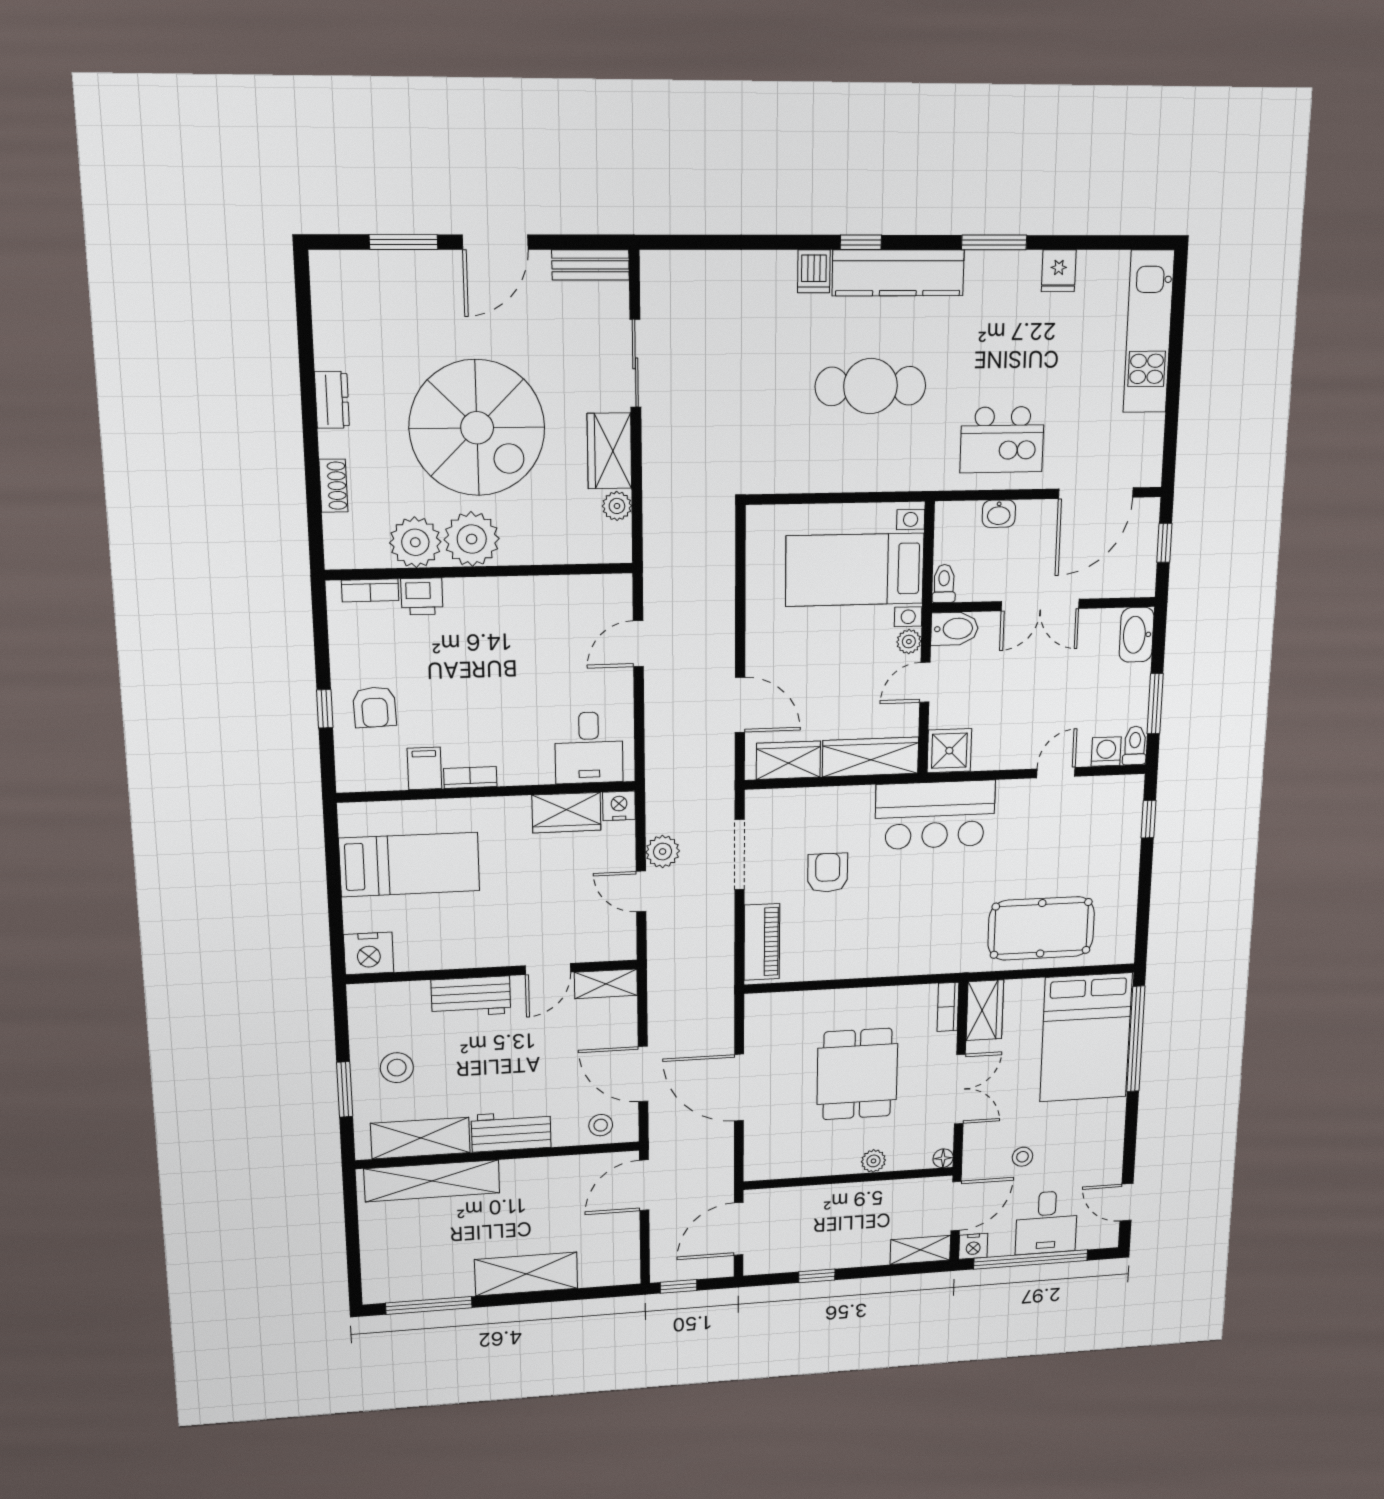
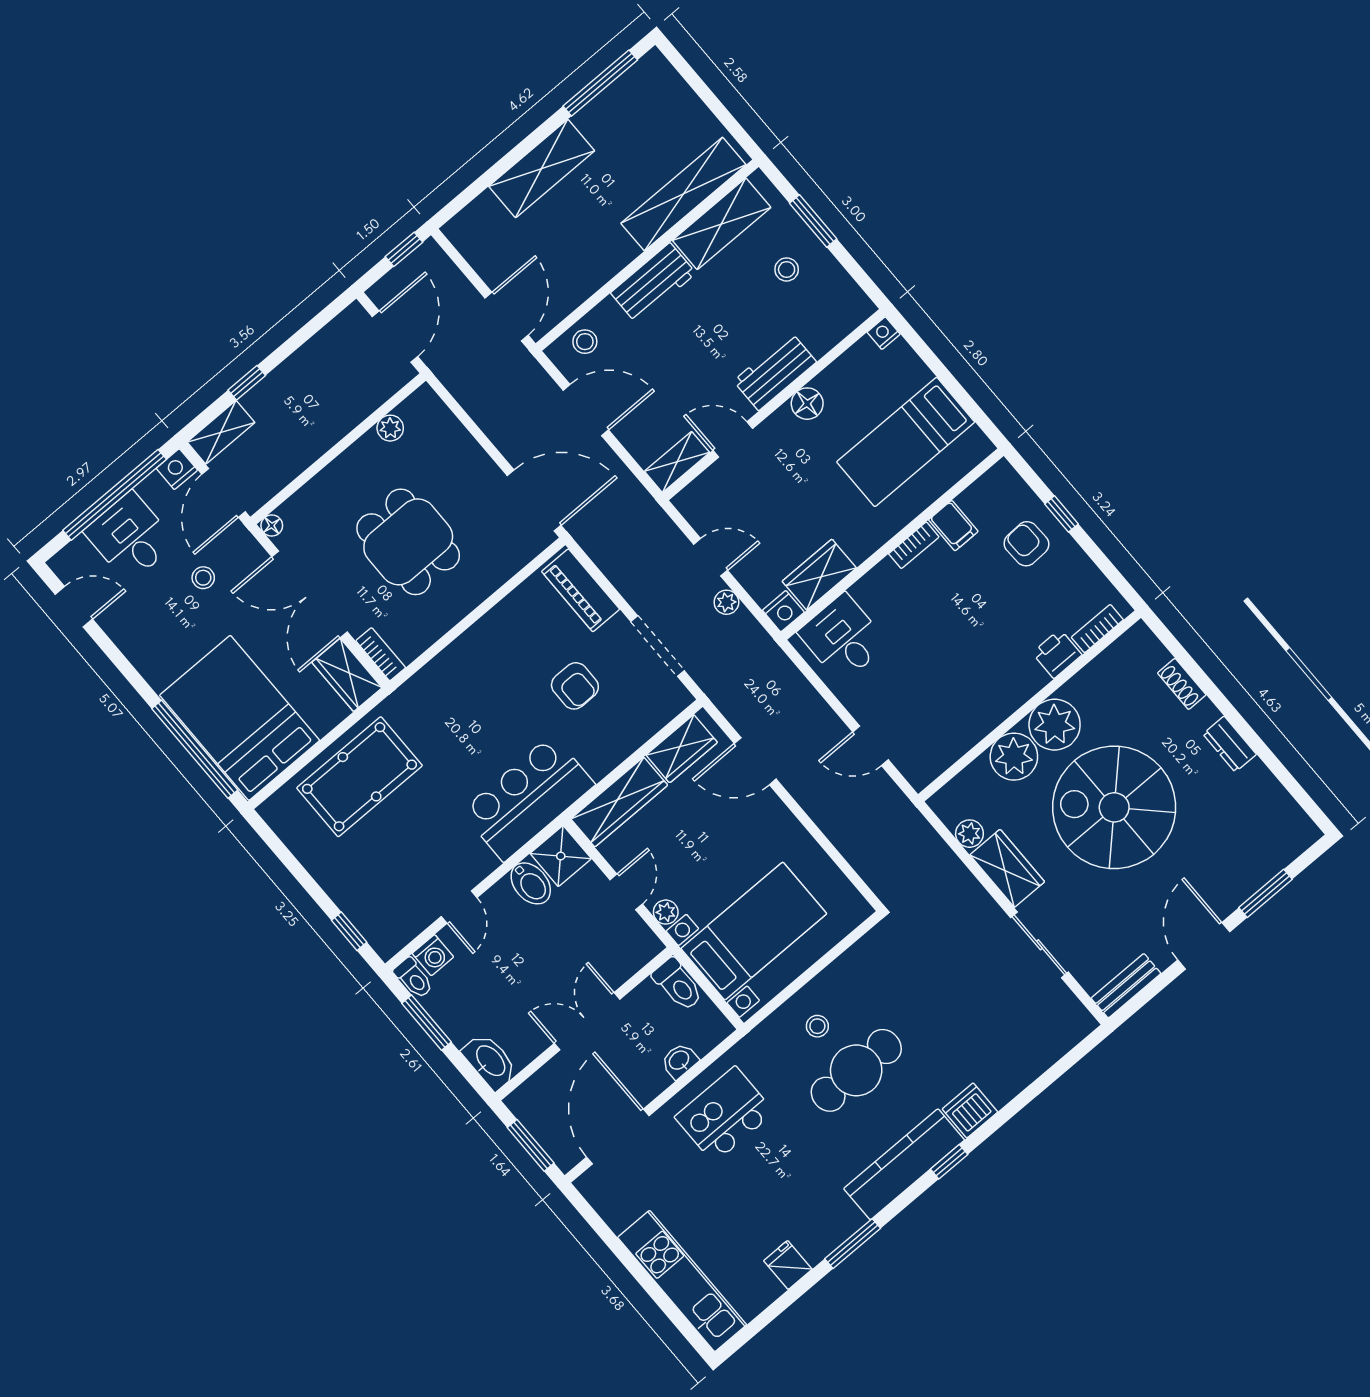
dishwasher: (814, 271) -> (970, 1110), width x1.38
stool: (870, 450) -> (817, 1026), added
plant: (415, 542) -> (1014, 757), moved
window: (1164, 543) -> (531, 1145), width x1.50
toilet: (944, 584) -> (678, 985), width x1.37, depth x1.39
bidet: (955, 629) -> (531, 883), moved, turned -90
door: (638, 644) -> (871, 746), swing flipped
plant: (663, 852) -> (726, 602), width x0.73, depth x0.73
nightstand: (369, 953) -> (884, 333), width x0.53, depth x0.56
floor lamp: (465, 953) -> (807, 404), added
door: (548, 969) -> (733, 439), hinge flipped
stool: (397, 1068) -> (787, 269), width x0.73, depth x0.73
door: (739, 1088) -> (534, 501), moved
double door: (960, 1089) -> (309, 594), width x1.37
plant: (873, 1161) -> (390, 428), moved
window: (817, 1276) -> (247, 383), moved

